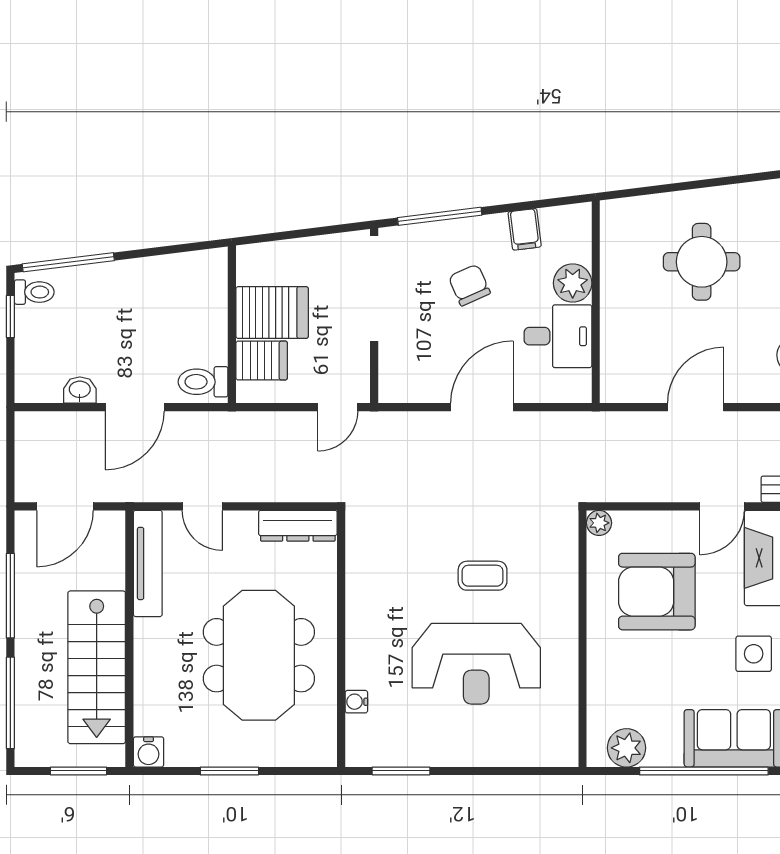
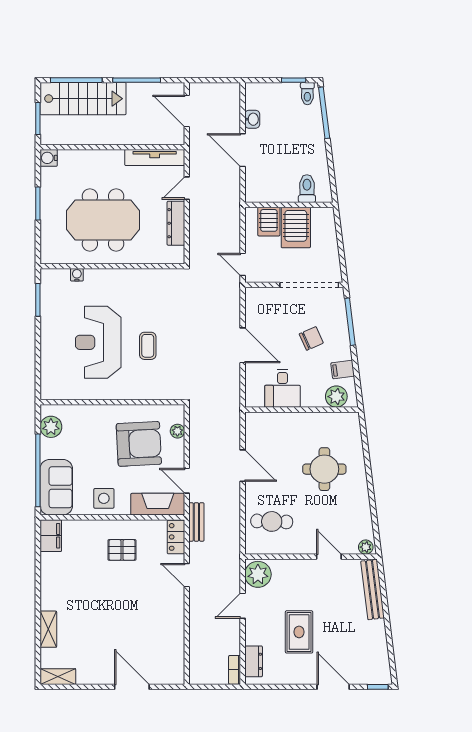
plant: (573, 283) -> (336, 397), moved
toilet: (203, 382) -> (307, 189), moved
plant: (599, 523) -> (177, 431), moved
dresser: (298, 526) -> (176, 223), moved
armchair: (657, 592) -> (139, 444), turned 87
stairs: (97, 667) -> (83, 99), moved, turned 180

